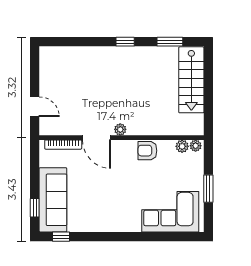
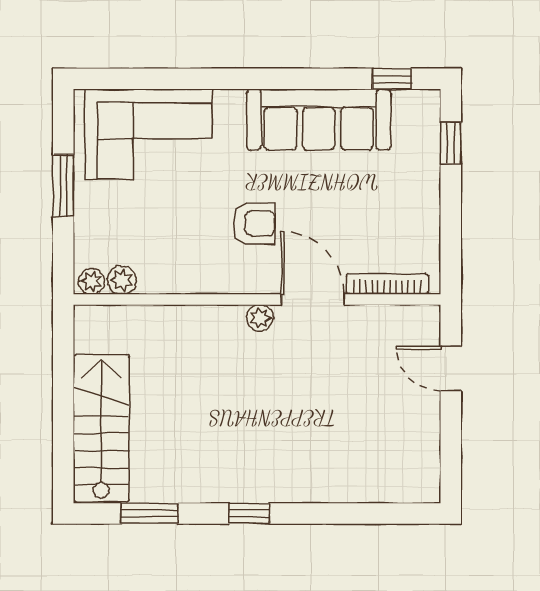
armchair: (147, 151) -> (254, 224), moved
sofa: (53, 200) -> (319, 119), moved, turned -90

